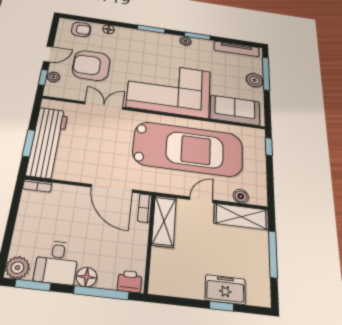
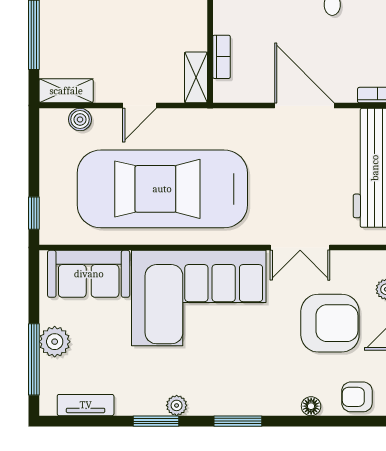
tv unit: (237, 49) -> (86, 405), width x0.71
door: (112, 188) -> (304, 106), moved
bookcase: (145, 208) -> (221, 57), moved
shelving: (241, 217) -> (66, 91), width x0.67, depth x0.75
shelving: (164, 221) -> (196, 77), width x0.67, depth x0.75

